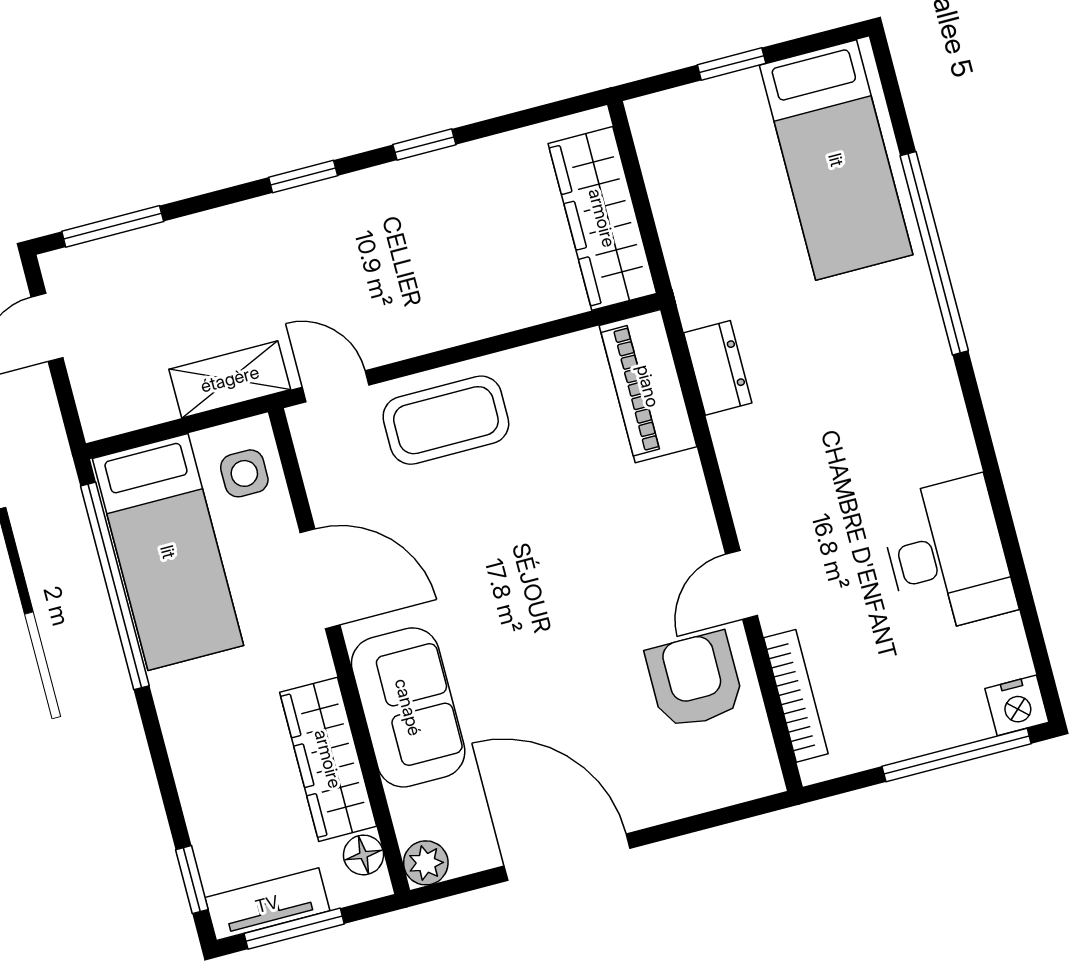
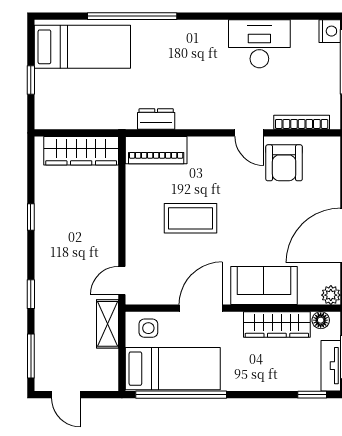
window: (303, 176) -> (31, 294), moved
coffee table: (446, 420) -> (191, 218), moved, turned 90
armchair: (695, 680) -> (284, 163), turned -90

